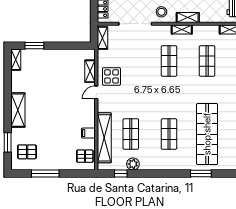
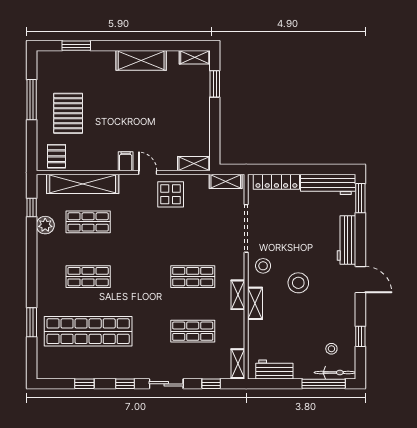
shelving: (90, 71) -> (194, 164), moved
shelving: (18, 110) -> (141, 60), moved
filing cabinet: (88, 133) -> (126, 161), moved
pallet: (27, 152) -> (68, 113), moved, width x1.50, depth x1.42

